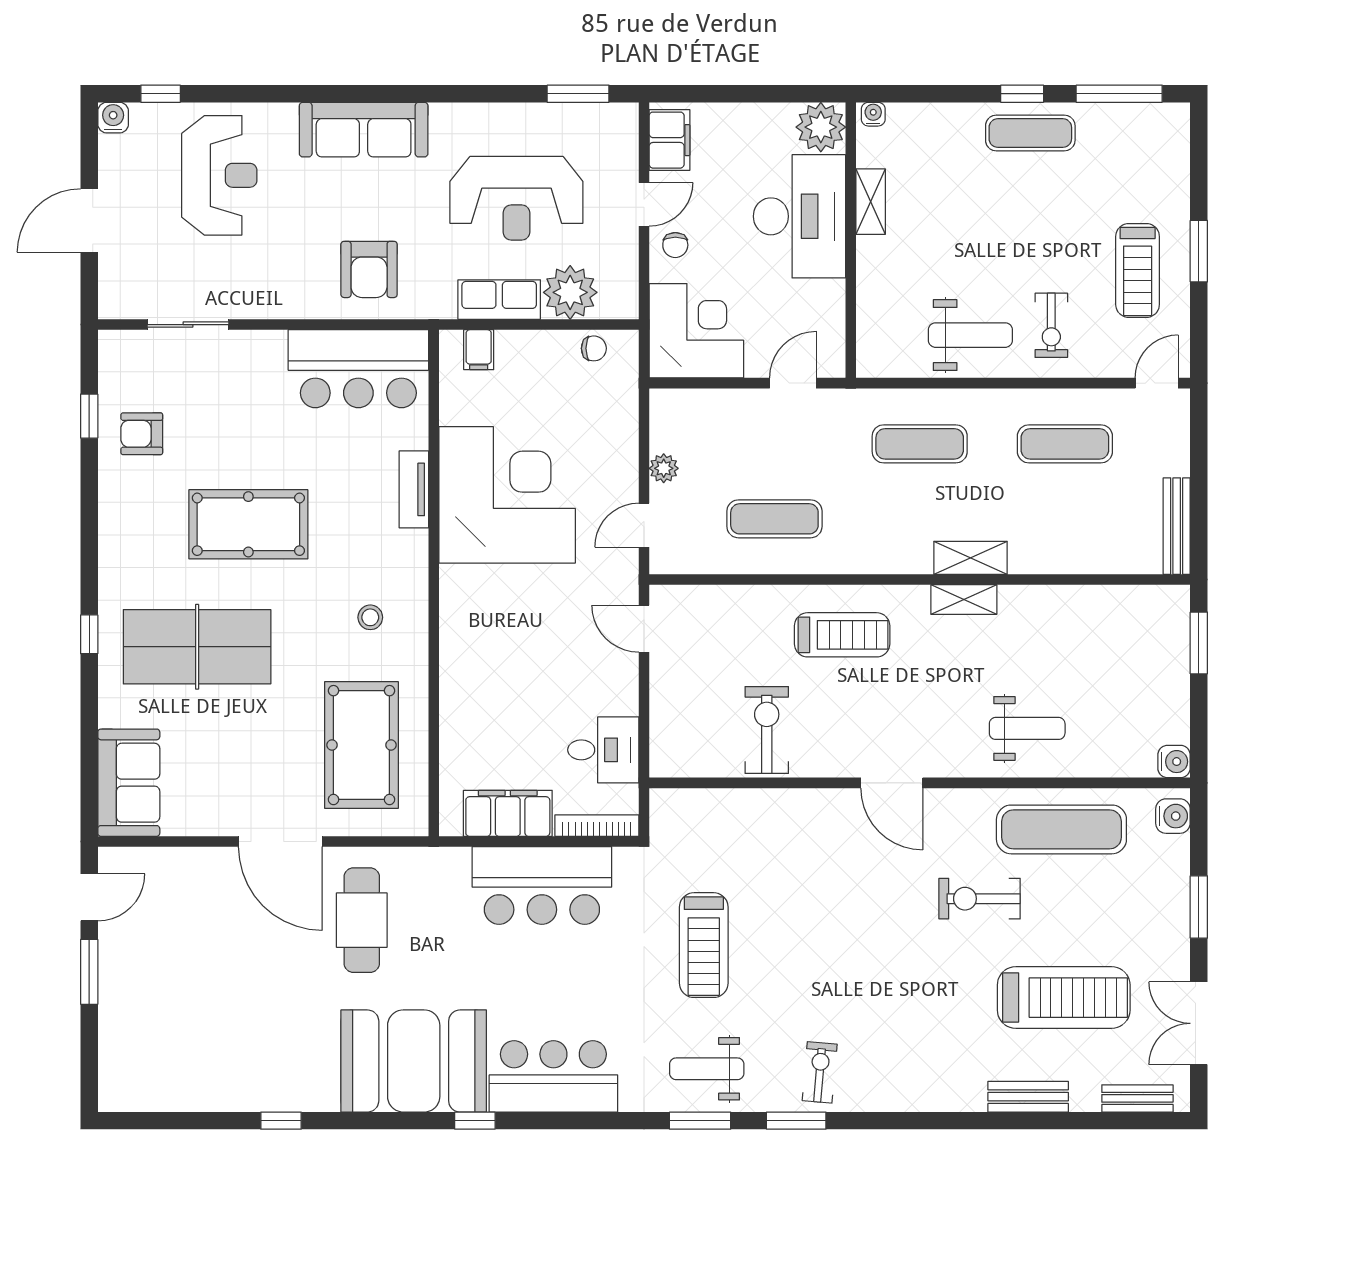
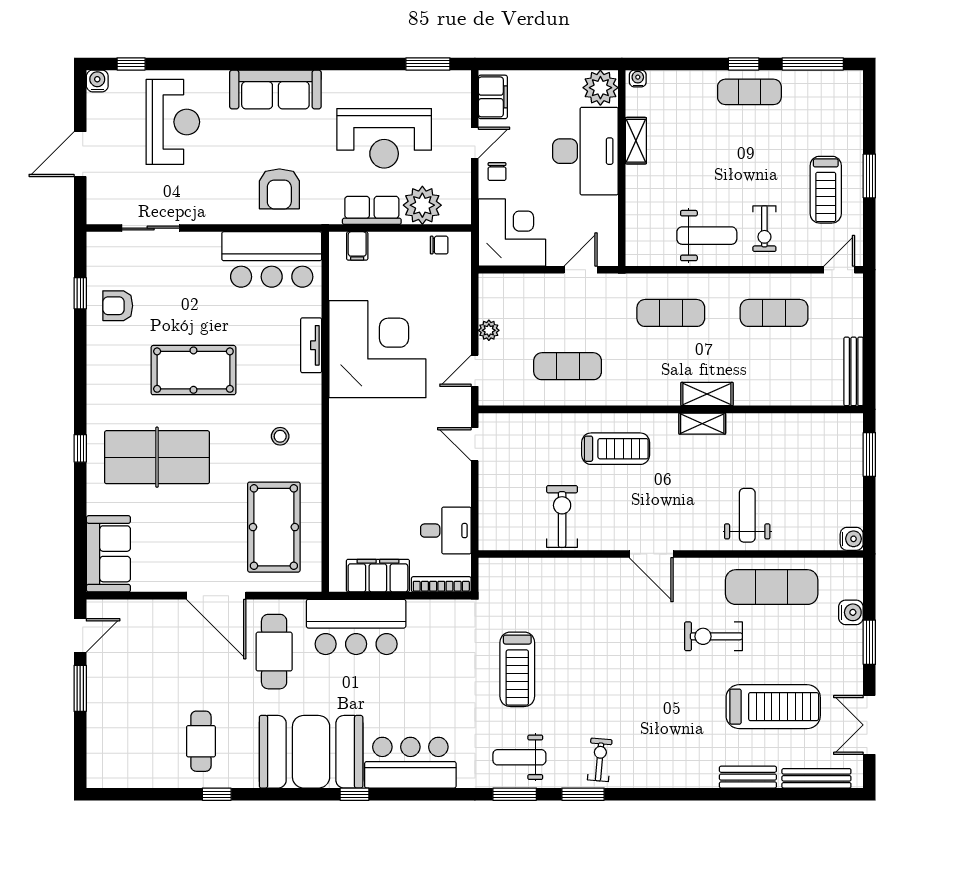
weight bench: (1027, 728) -> (747, 515), turned -90
water cooler: (1173, 816) -> (851, 612), moved
bar counter: (542, 885) -> (356, 627), moved
cafe table: (259, 1046) -> (201, 741), added
bench: (1137, 1098) -> (816, 778), width x1.36

